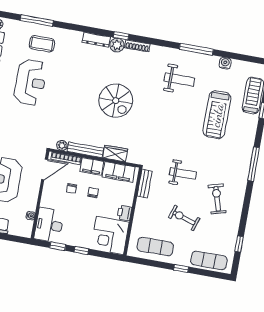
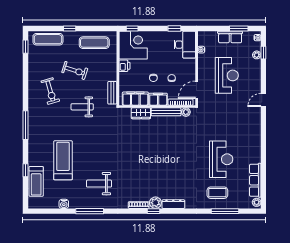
reception desk: (30, 82) -> (221, 159), turned 180
spiral stairs: (116, 101) -> (148, 157), removed
window: (239, 244) -> (26, 47), moved
window: (81, 250) -> (132, 28), moved

